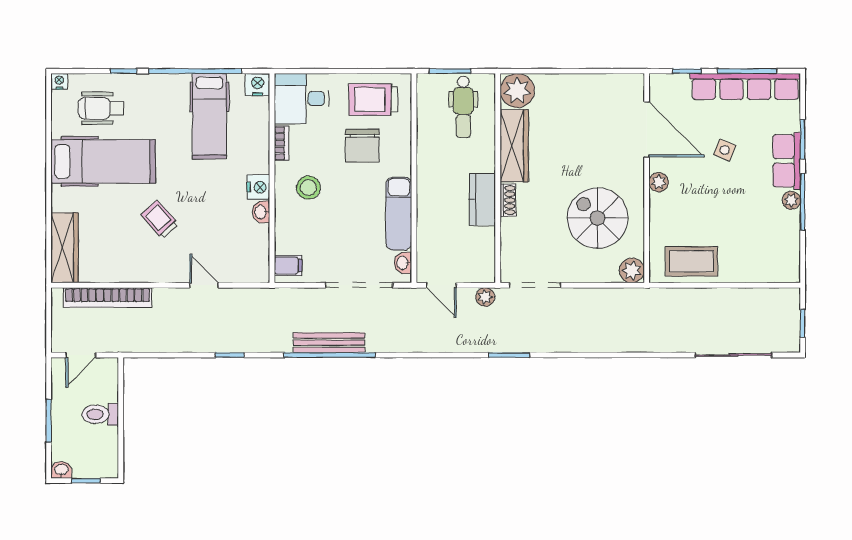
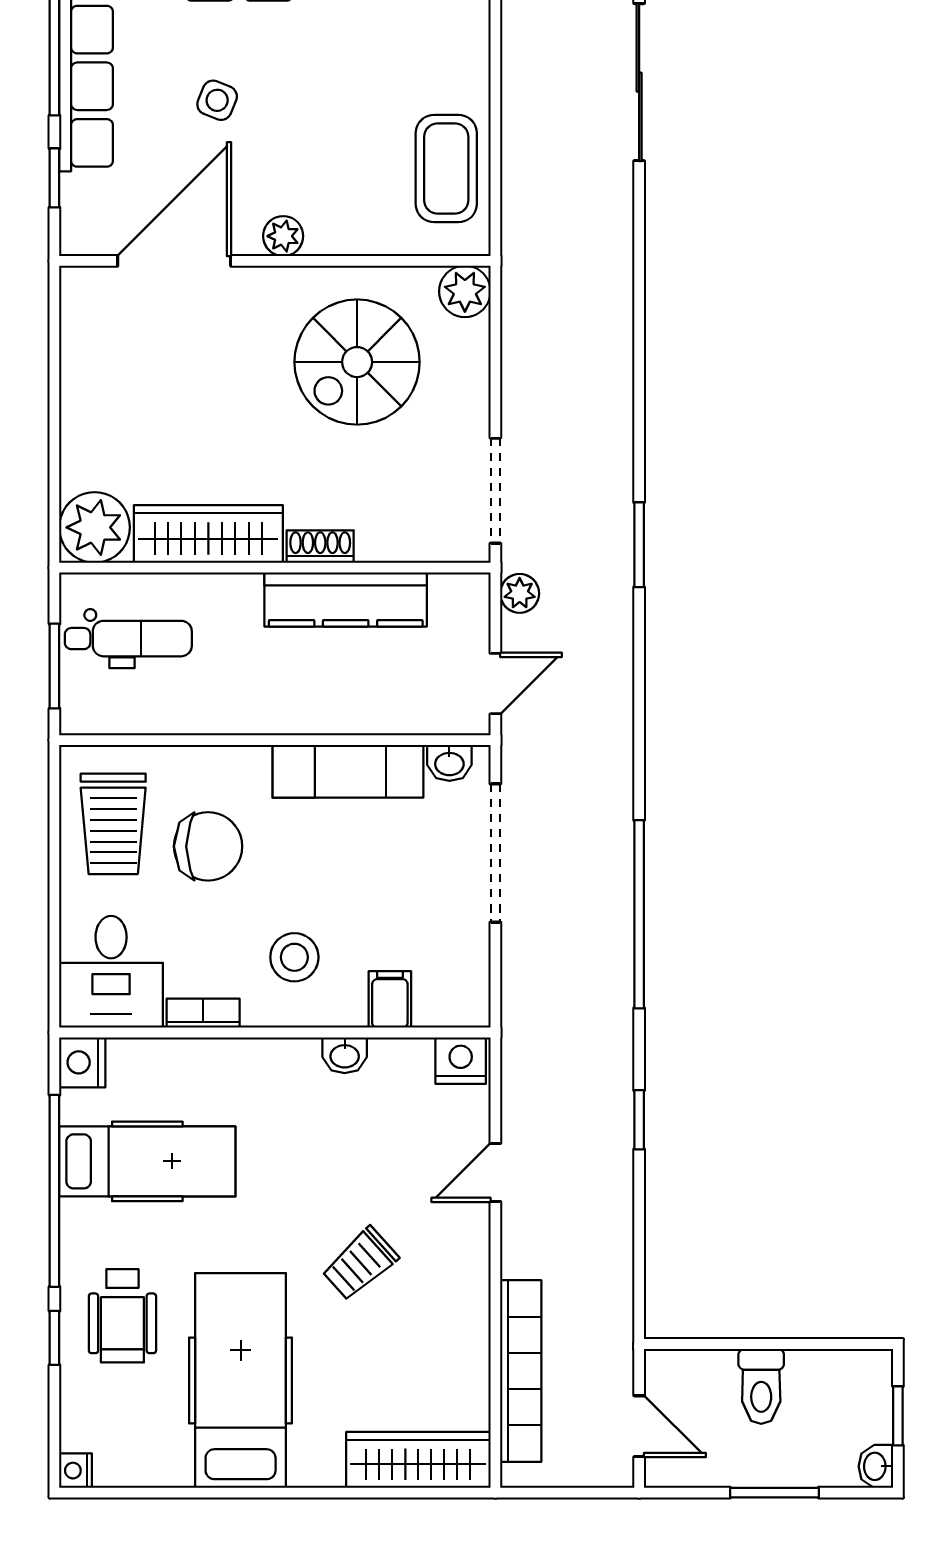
wheelchair: (101, 108) -> (122, 1316), moved
nightstand: (258, 187) -> (461, 1061), moved
kitchen counter: (482, 199) -> (346, 599), width x1.50
filing cabinet: (288, 265) -> (390, 999), moved
bench: (329, 343) -> (614, 915), removed

